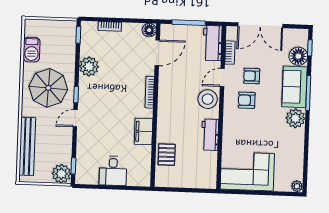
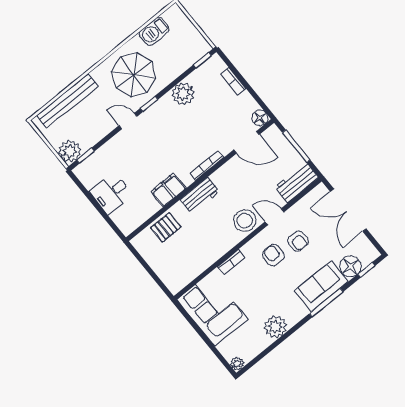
bookcase: (230, 53) -> (231, 262), moved
armchair: (252, 76) -> (298, 241), turned 180
plant: (295, 118) -> (275, 327), moved
workbench: (210, 135) -> (200, 195), moved, turned 180

